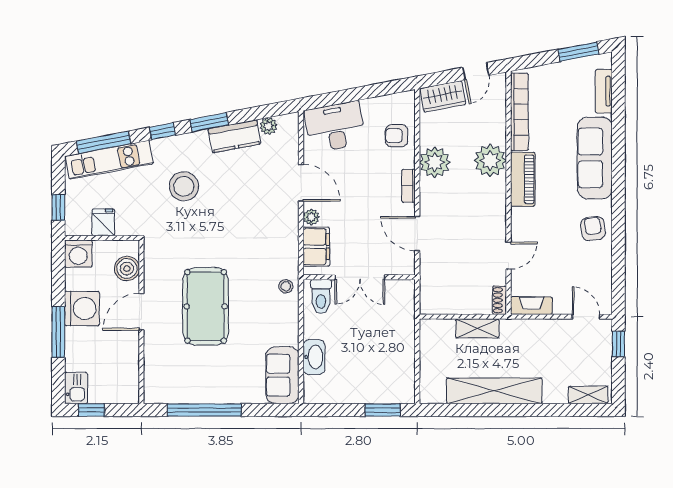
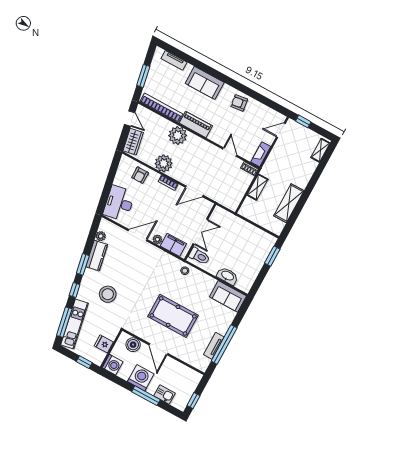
window: (578, 52) -> (143, 76), moved
sofa: (595, 158) -> (205, 83), width x0.73
kitchen sink: (76, 388) -> (164, 395), moved
shelving: (494, 391) -> (289, 203), width x0.68
tv unit: (194, 395) -> (214, 346), added

